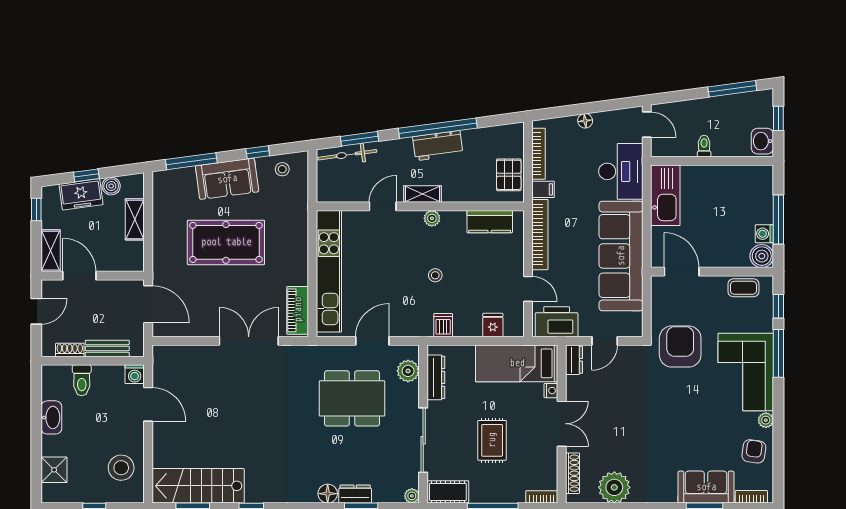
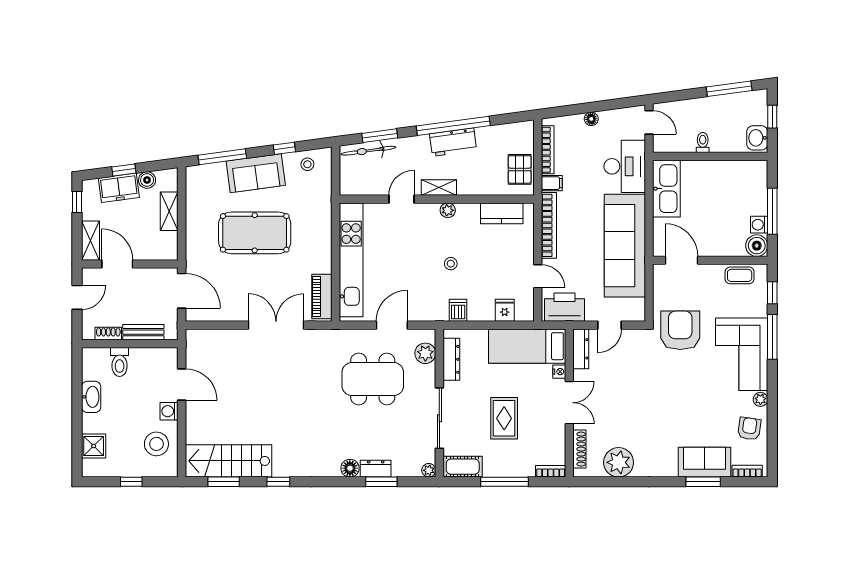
dresser: (574, 360) -> (581, 349), width x1.44
washing machine: (135, 374) -> (169, 411), moved, turned 90

